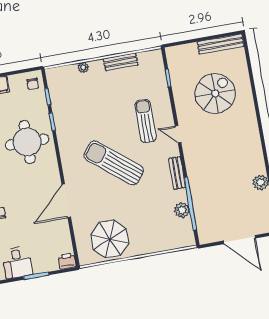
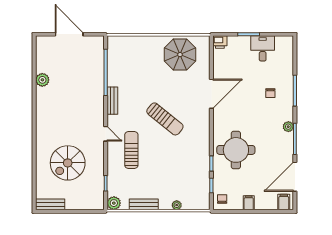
bench: (221, 44) -> (50, 204), width x0.73
sun lounger: (146, 121) -> (131, 150), turned 180
sun lounger: (114, 163) -> (165, 119), width x0.73, depth x0.75
plant: (182, 210) -> (114, 203), moved

